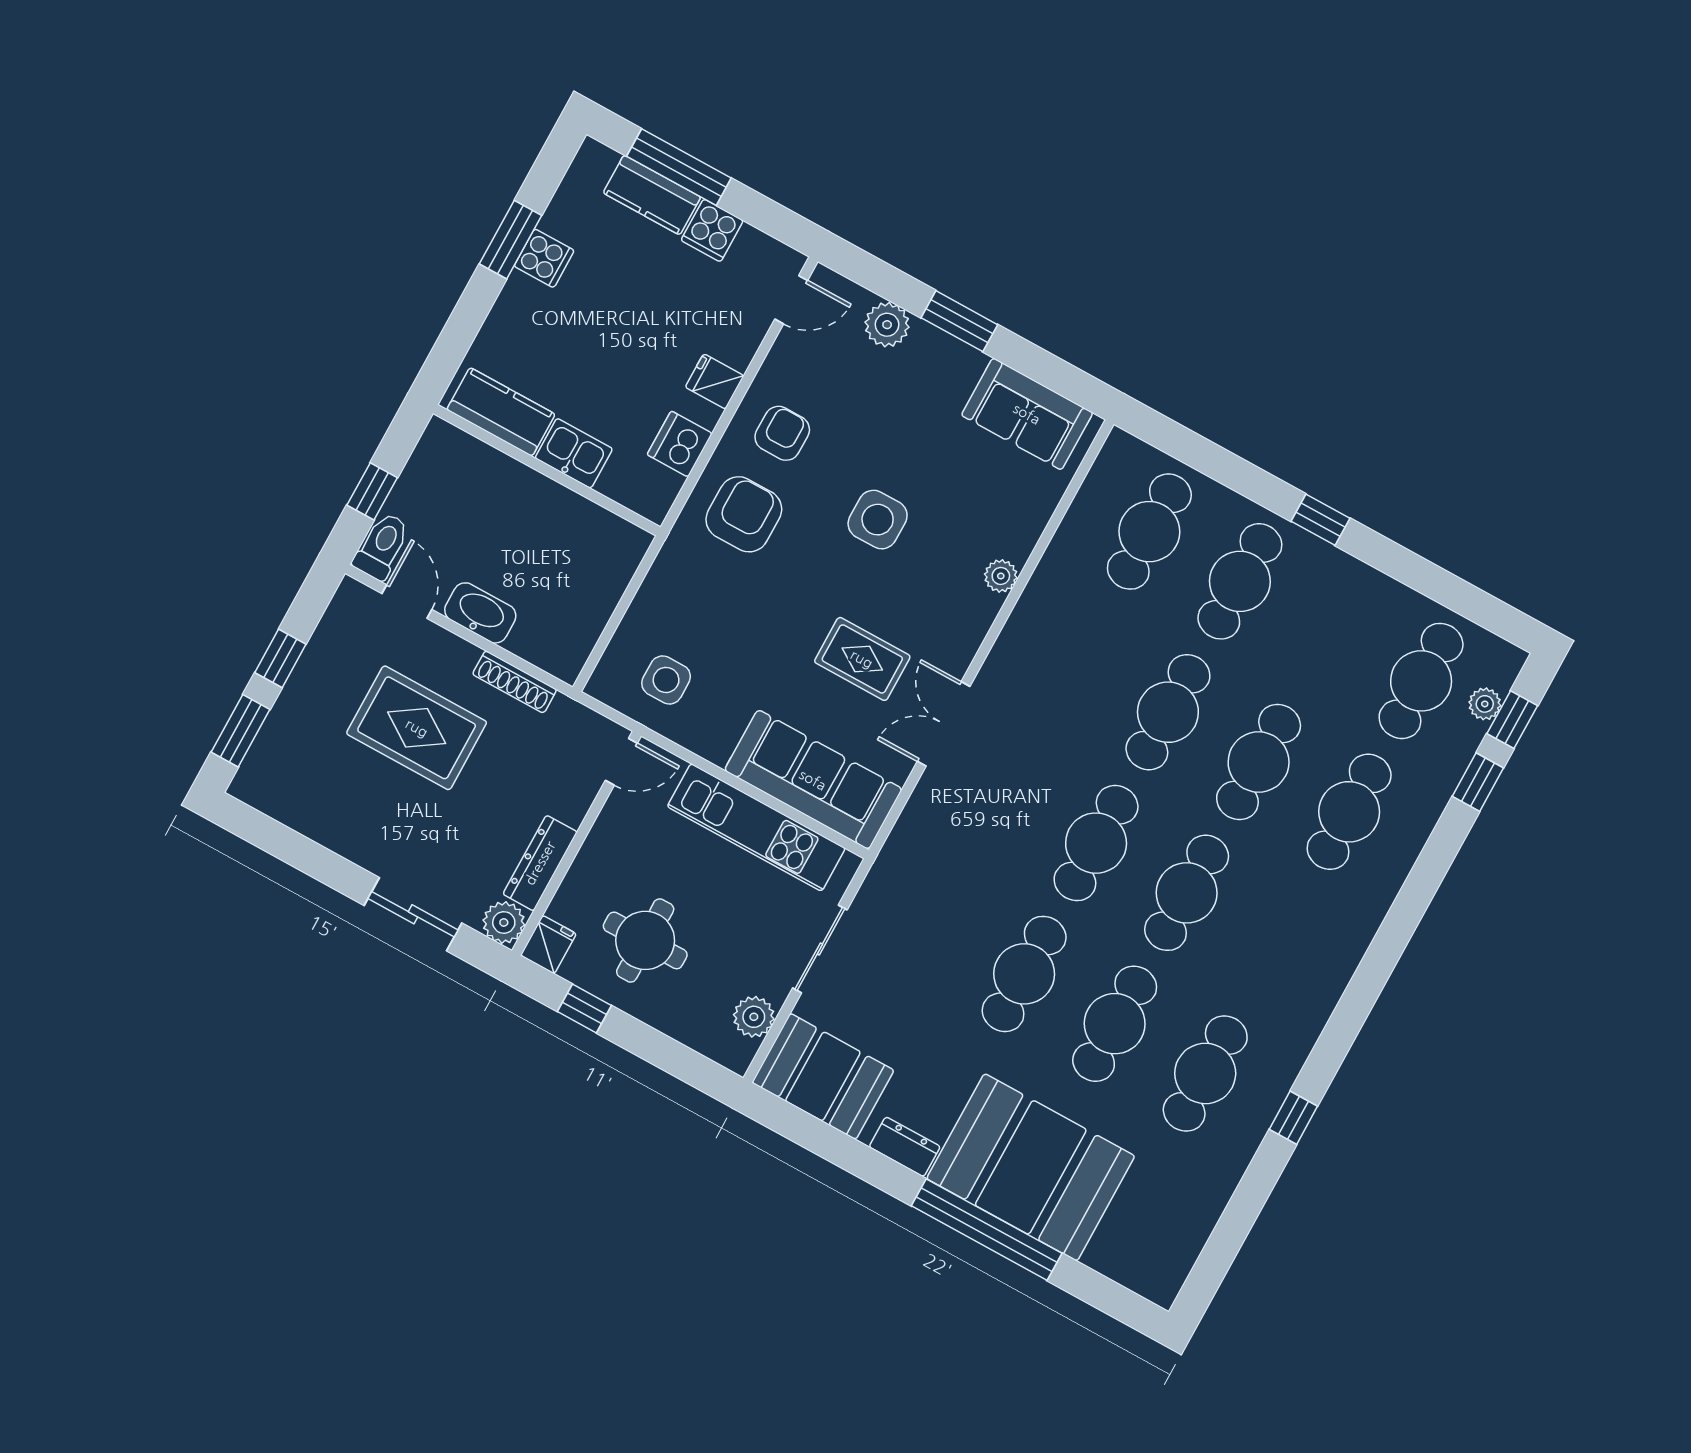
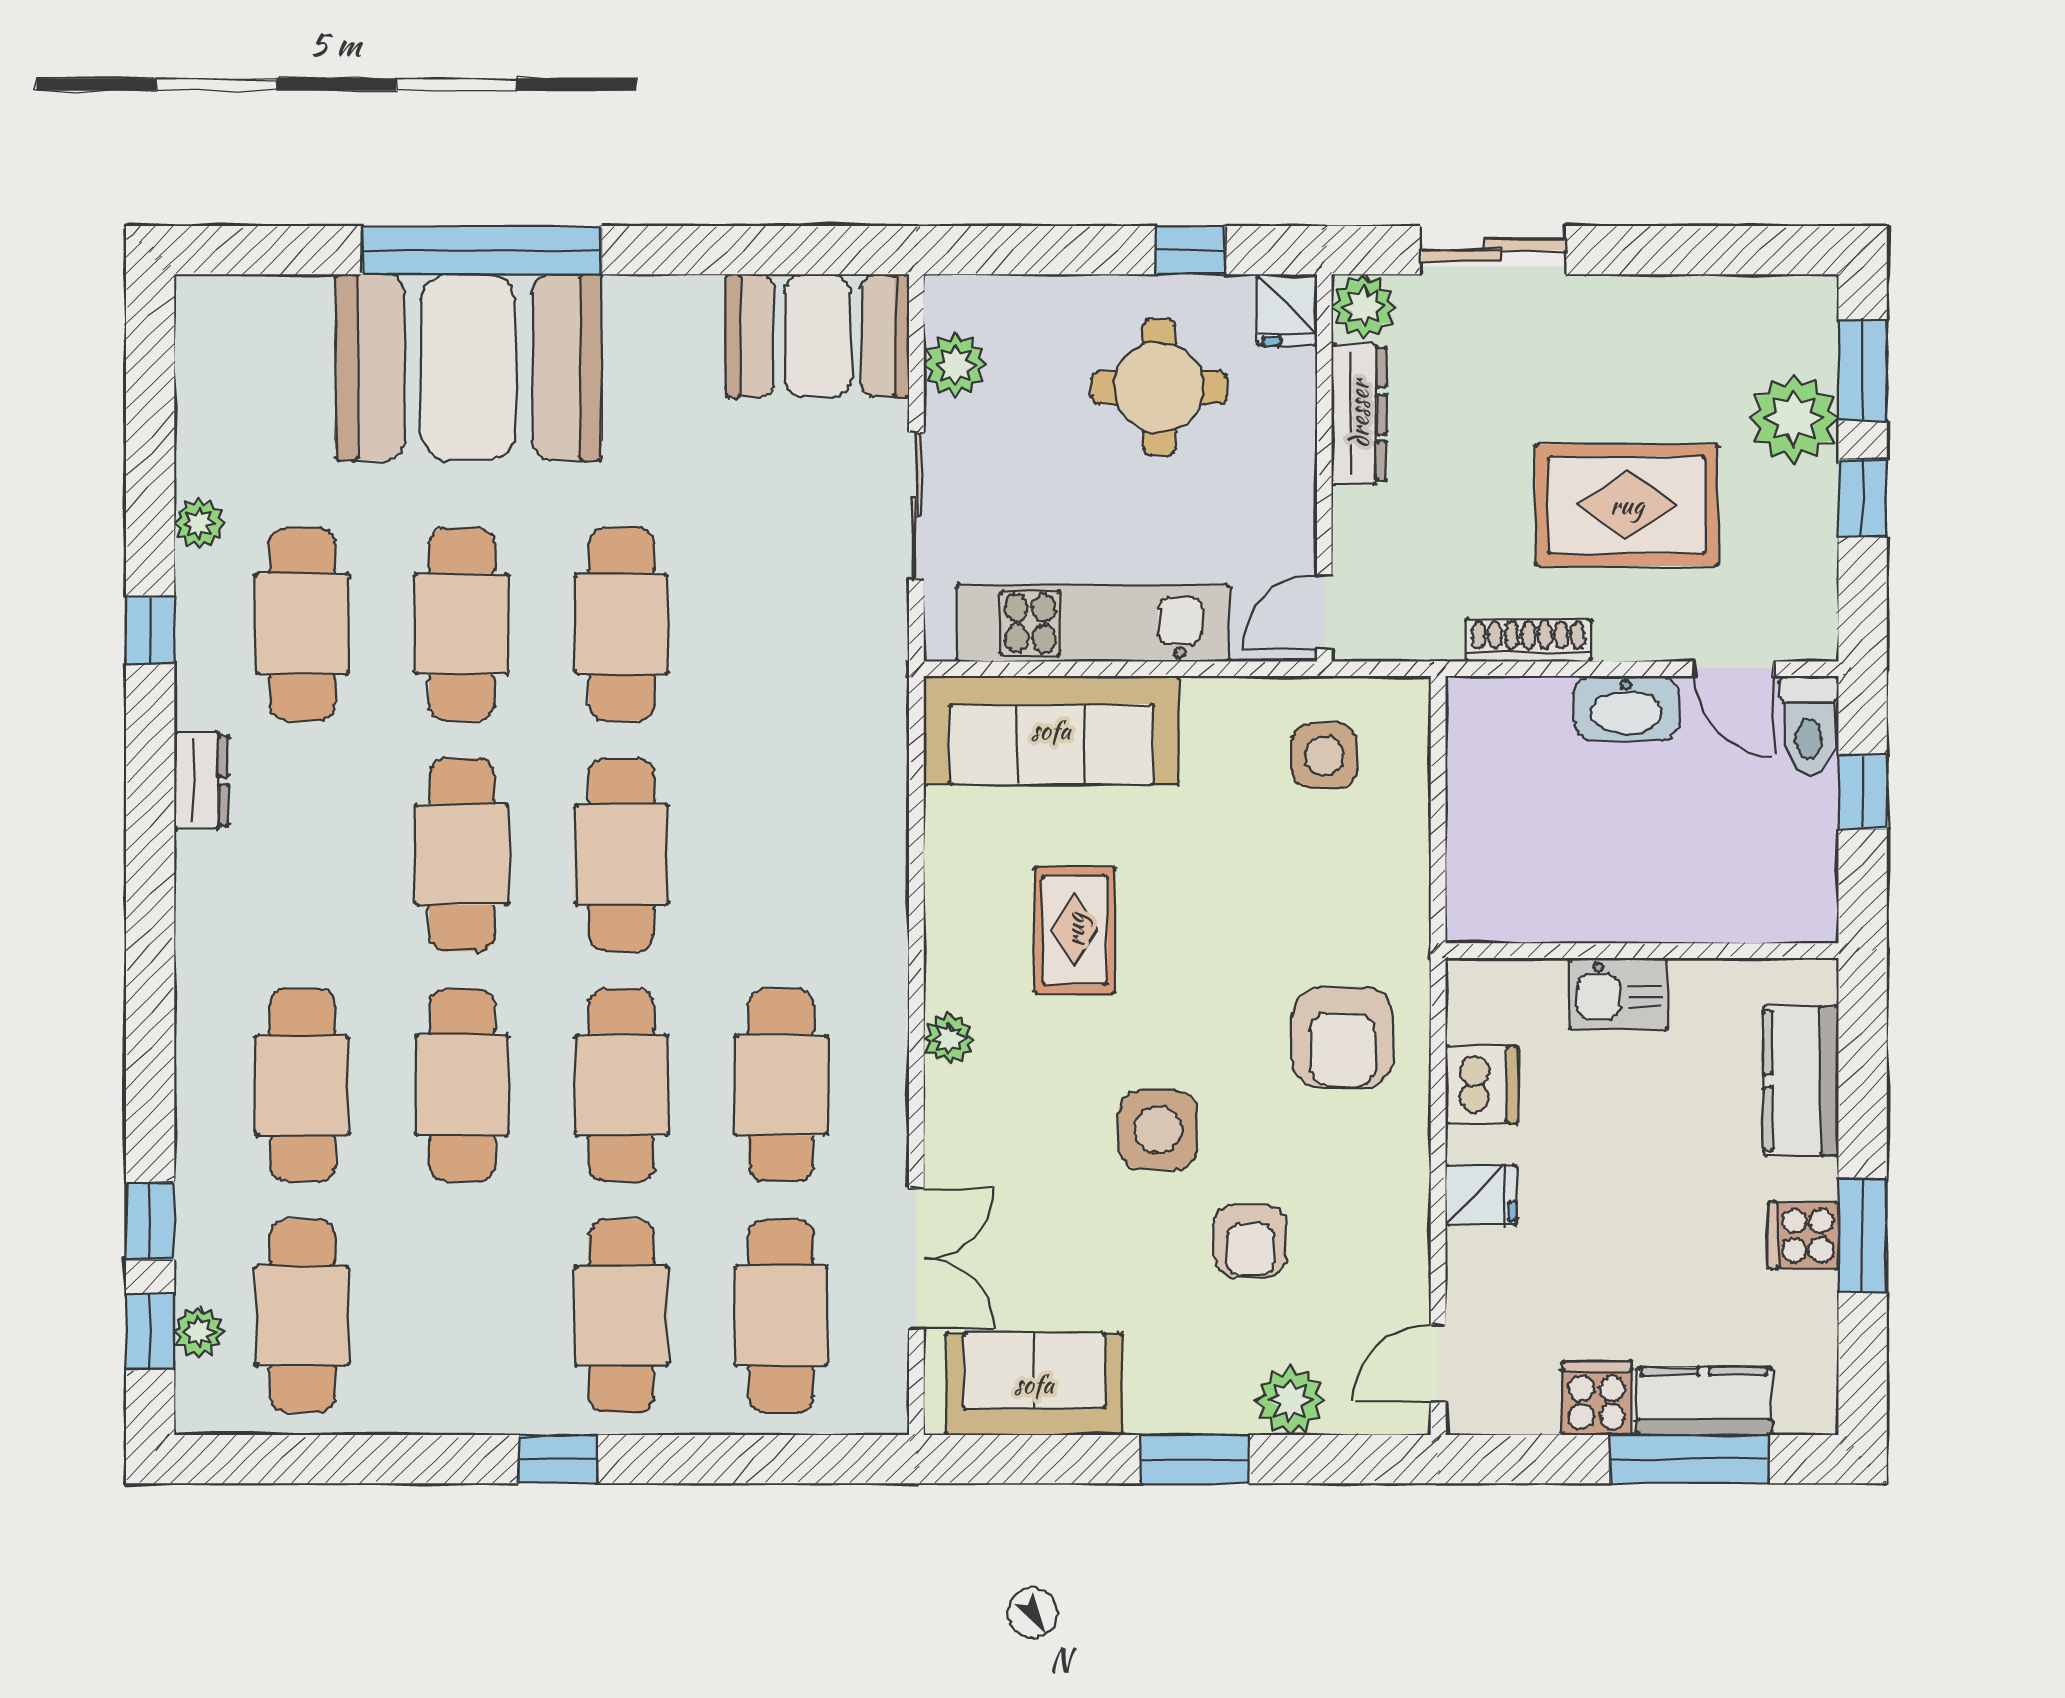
kitchen counter: (501, 412) -> (1801, 1081), moved, turned 90
armchair: (782, 433) -> (1250, 1241), moved
plant: (1001, 576) -> (949, 1039), moved
rug: (862, 659) -> (1075, 930), turned 90
cafe table: (1077, 662) -> (781, 1085), added
double door: (944, 724) -> (916, 1259), moved
plant: (295, 725) -> (1794, 418), added
dresser: (905, 1147) -> (201, 781), moved, turned -90
plant: (1232, 1163) -> (199, 523), added

